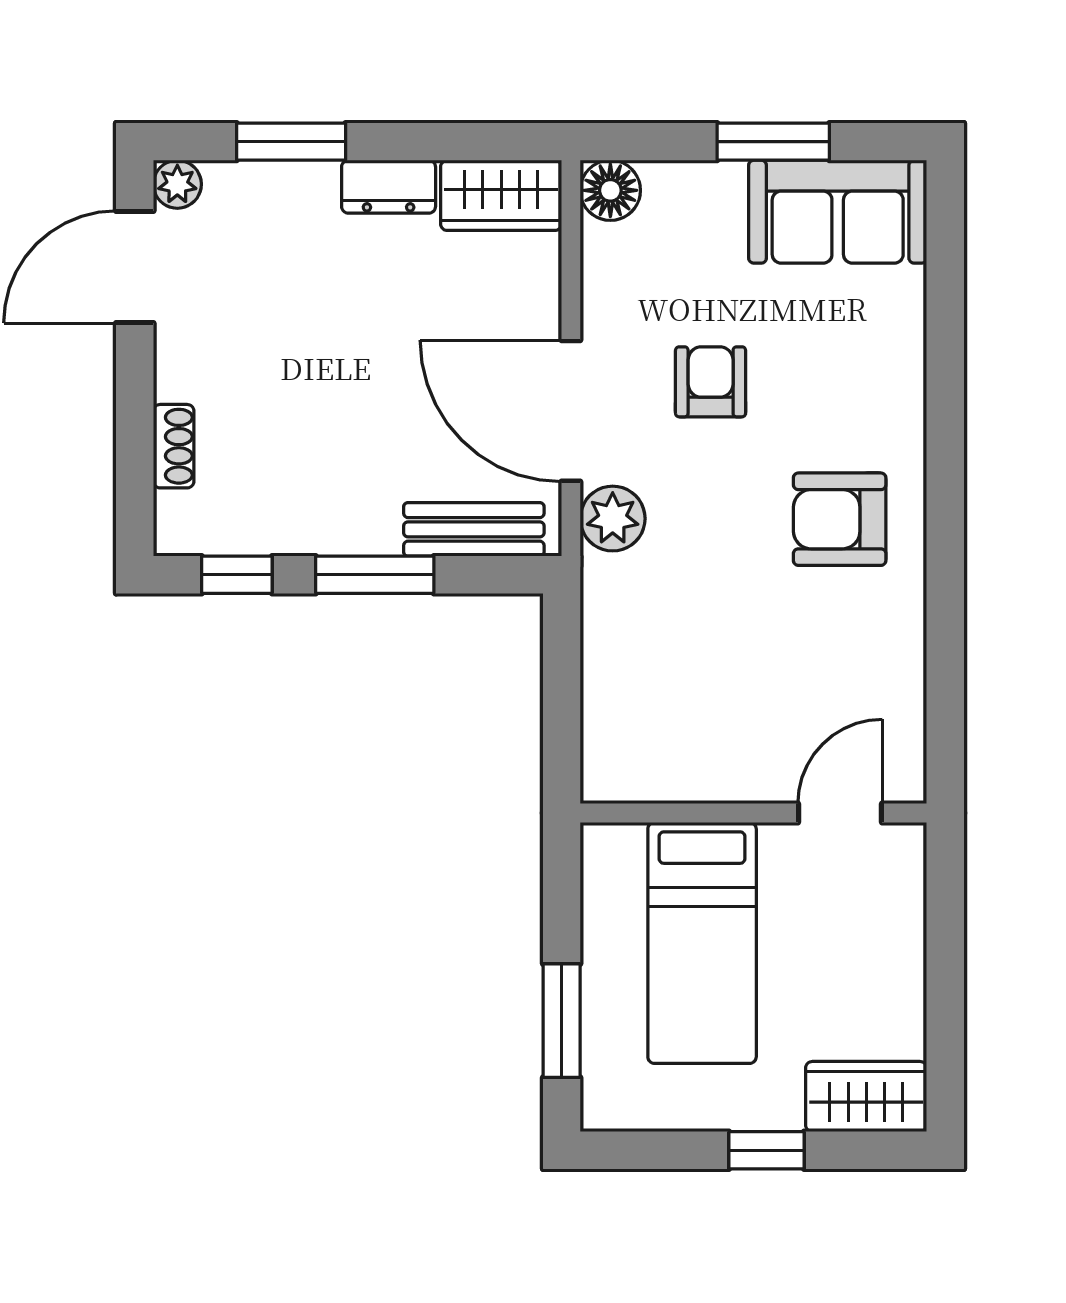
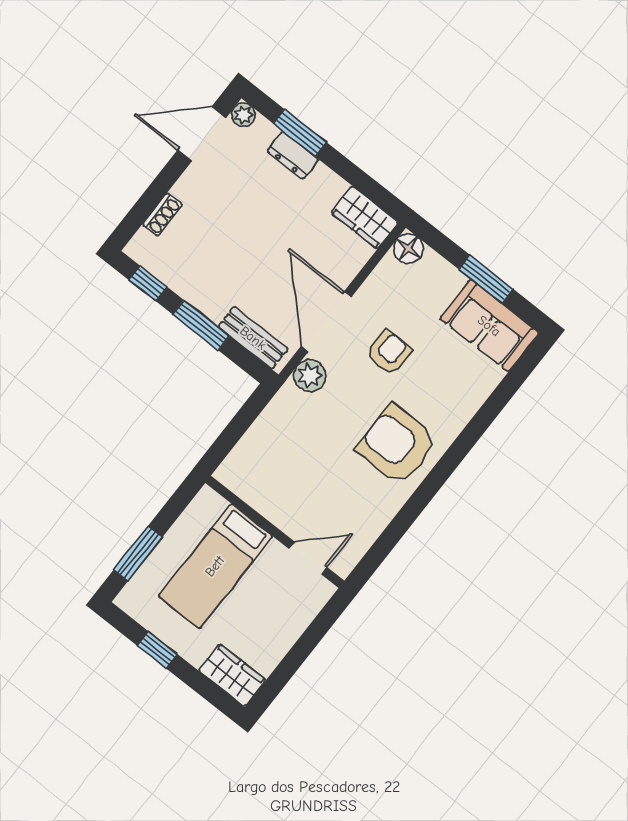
dresser: (389, 187) -> (293, 155), moved
armchair: (840, 519) -> (397, 445), width x1.36, depth x1.36
window: (767, 1150) -> (157, 650), moved

